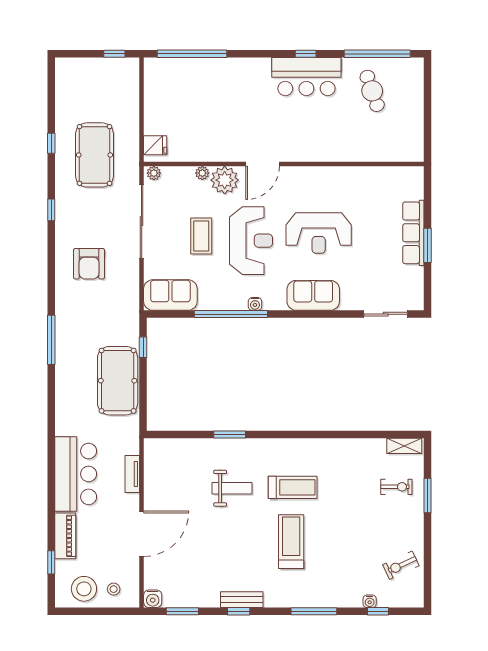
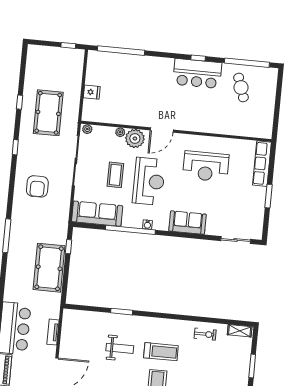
fridge: (155, 145) -> (92, 92), moved
reception desk: (319, 233) -> (206, 166), moved
row of seats: (413, 233) -> (262, 164), moved
sofa: (170, 295) -> (97, 214), width x1.36
exercise bike: (396, 487) -> (205, 334), moved

